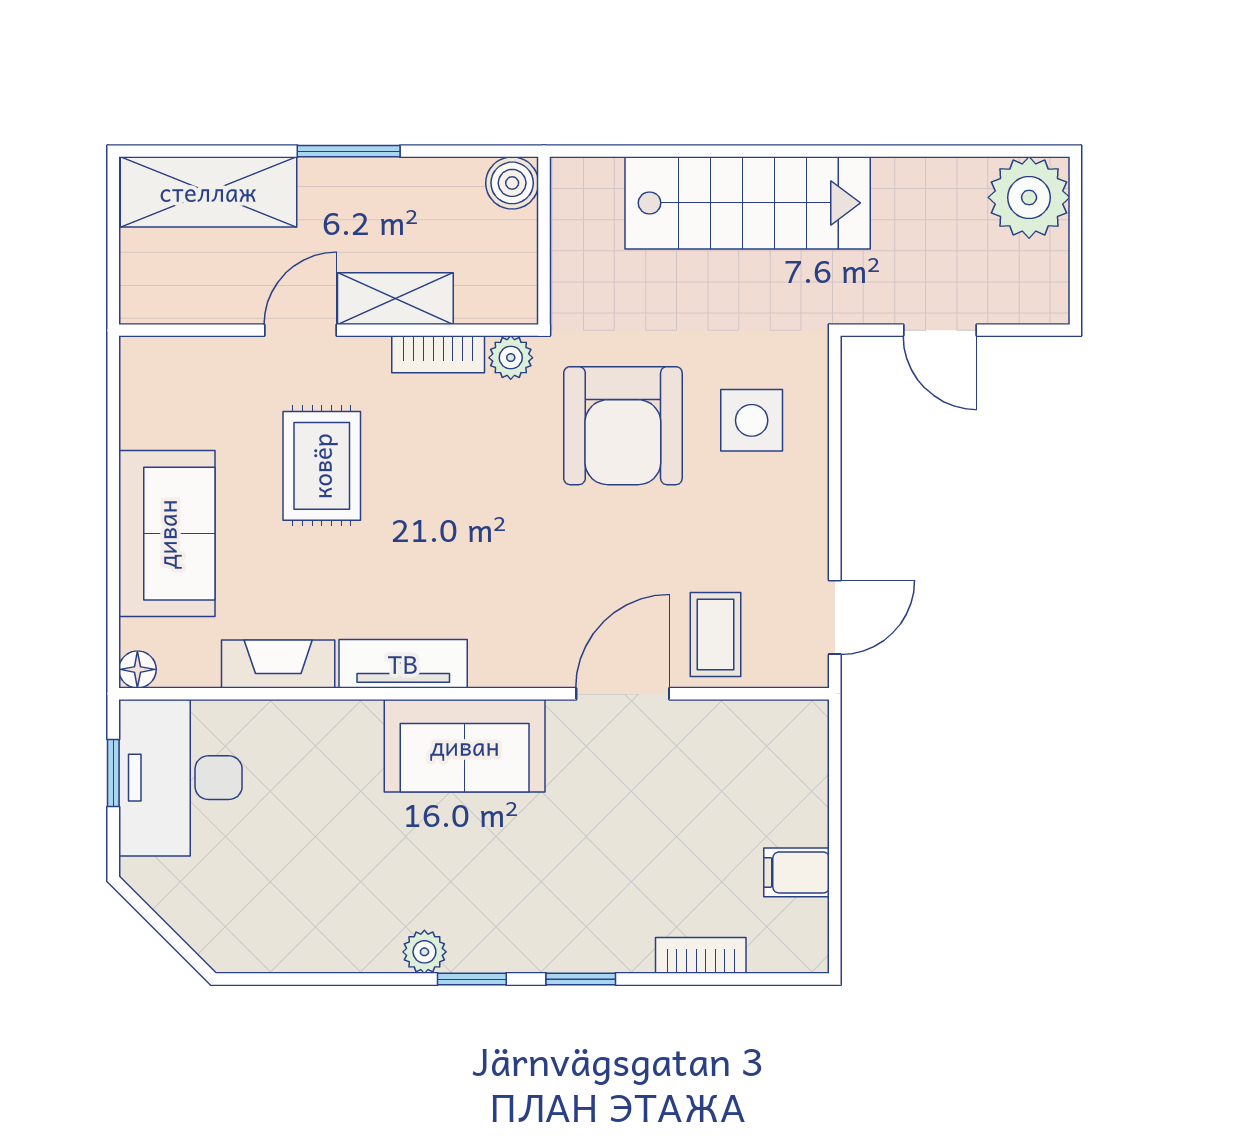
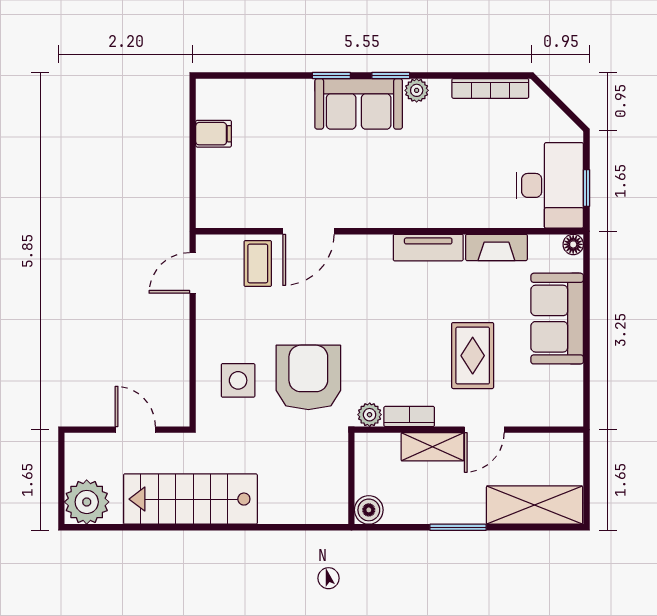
stairs: (748, 203) -> (190, 499), moved
sofa: (465, 746) -> (359, 104), moved, turned 180
bookcase: (701, 955) -> (490, 88), moved, width x1.56

